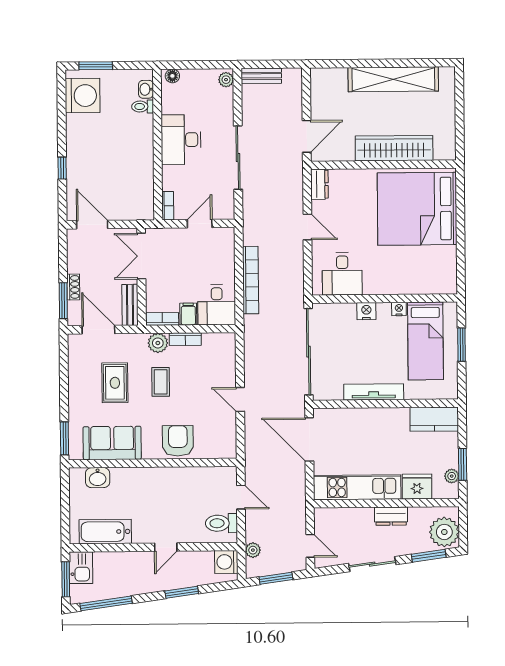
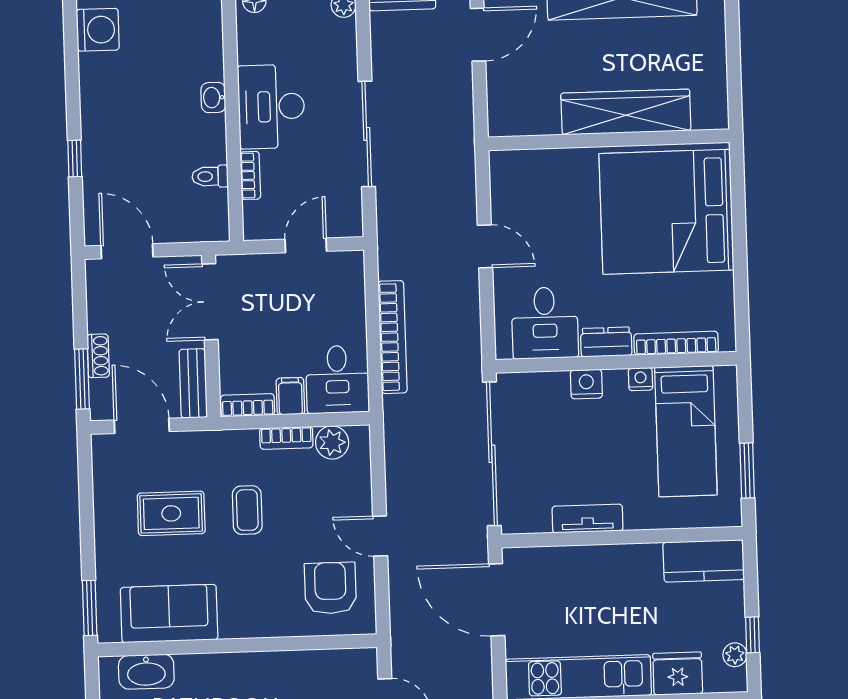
washbasin: (146, 89) -> (213, 98), moved
washing machine: (83, 96) -> (98, 30), width x0.73, depth x0.73
toilet: (143, 106) -> (210, 176), moved
door: (307, 136) -> (478, 35), moved
dresser: (319, 184) -> (606, 342), moved, turned -90
bookcase: (168, 206) -> (250, 175), moved
bookcase: (421, 288) -> (676, 343), added
plant: (158, 343) -> (332, 442), moved
window: (462, 345) -> (747, 470), moved
rug: (115, 383) -> (171, 513), turned 90
tv unit: (374, 392) -> (587, 519), width x0.71
armchair: (178, 441) -> (330, 588), moved
window: (463, 464) -> (753, 635), width x0.67
washbasin: (98, 478) -> (146, 672), width x1.38

